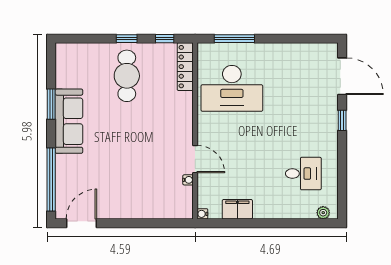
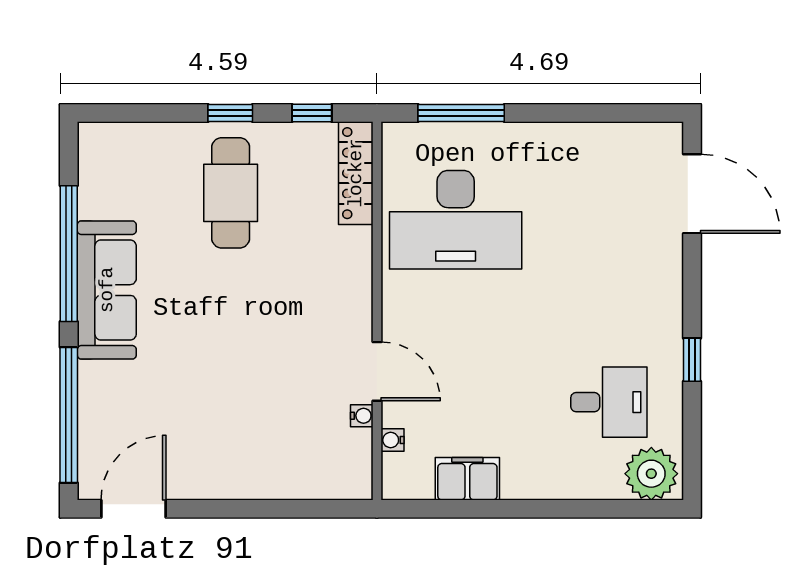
window: (51, 104) -> (69, 254), width x2.11
window: (342, 120) -> (692, 360), moved
plant: (323, 213) -> (651, 474), width x1.88, depth x1.88
water cooler: (202, 214) -> (393, 440), moved

